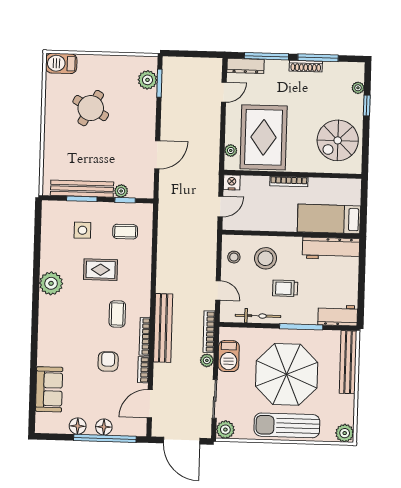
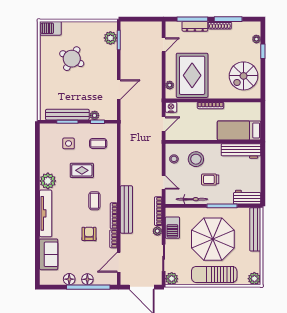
dresser: (245, 66) -> (195, 26), moved
tv unit: (47, 330) -> (46, 213), added

